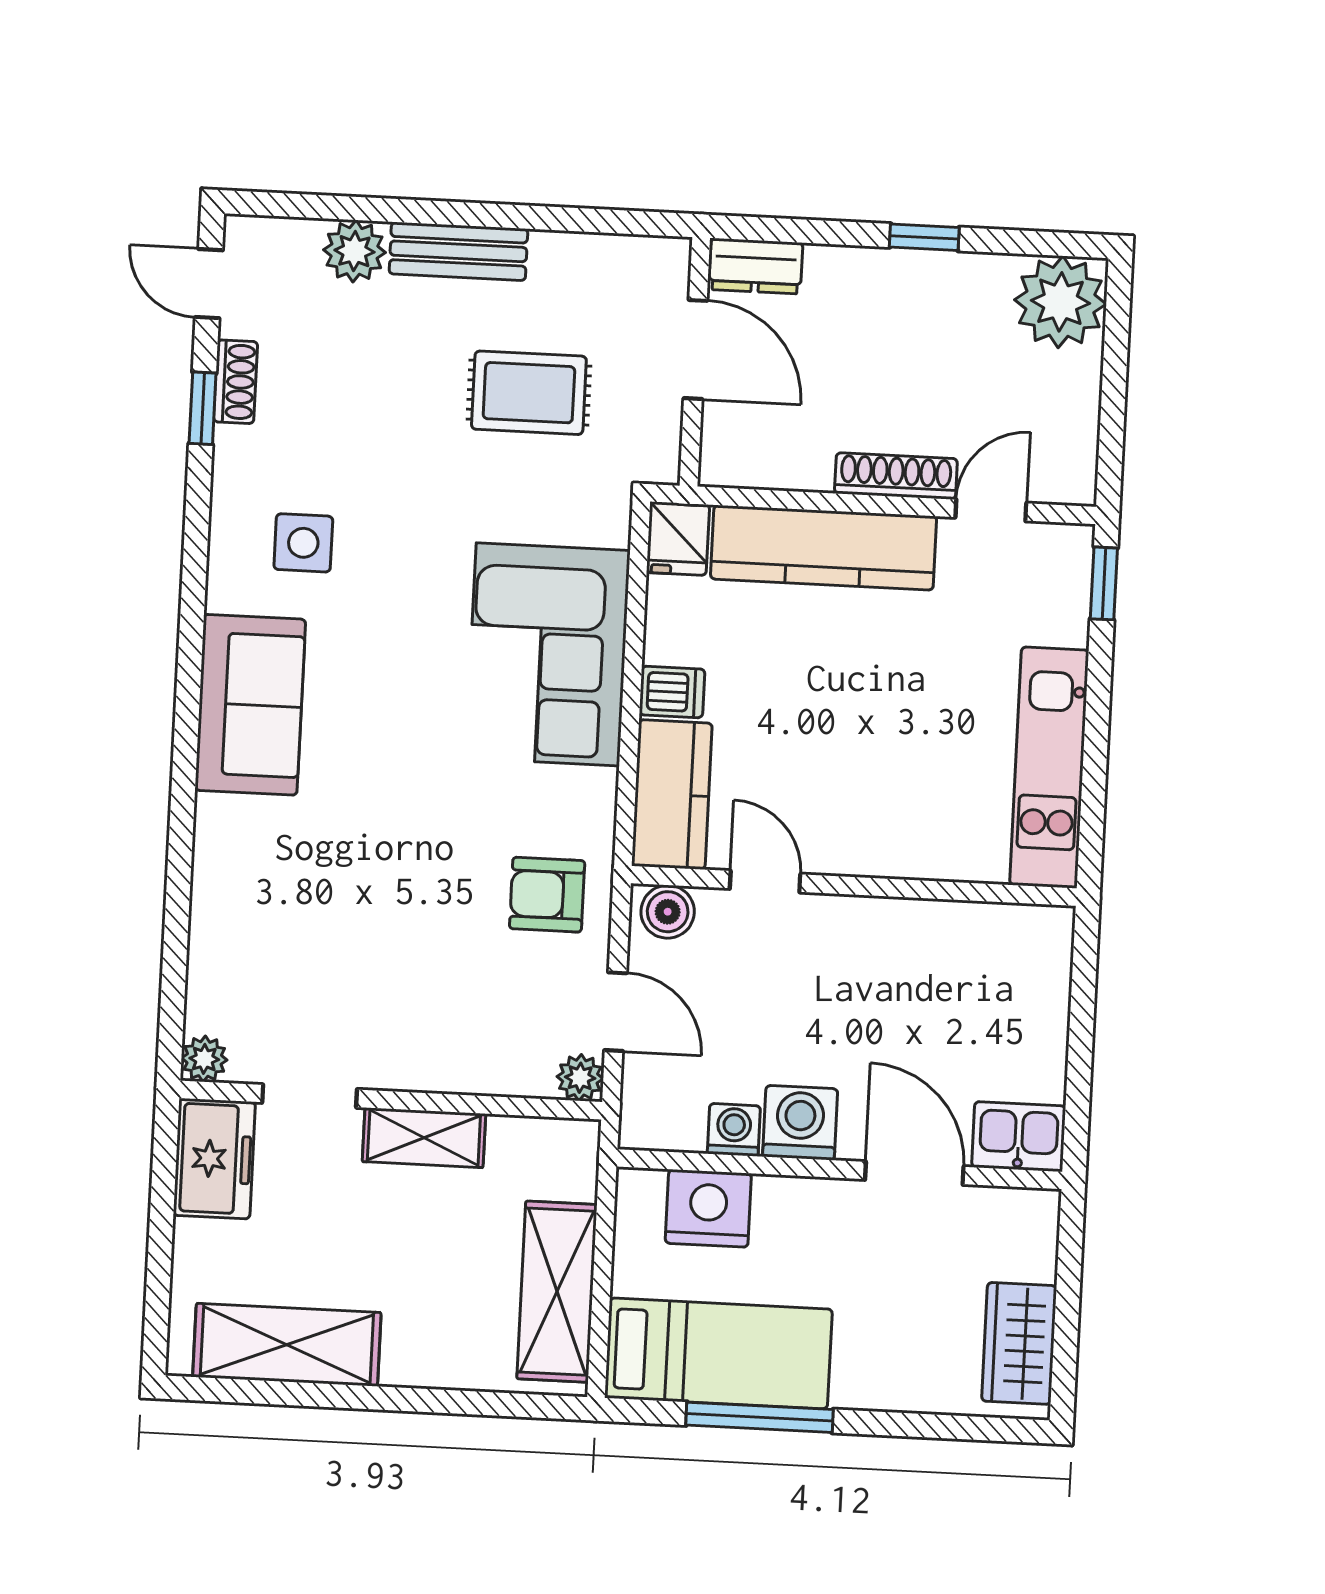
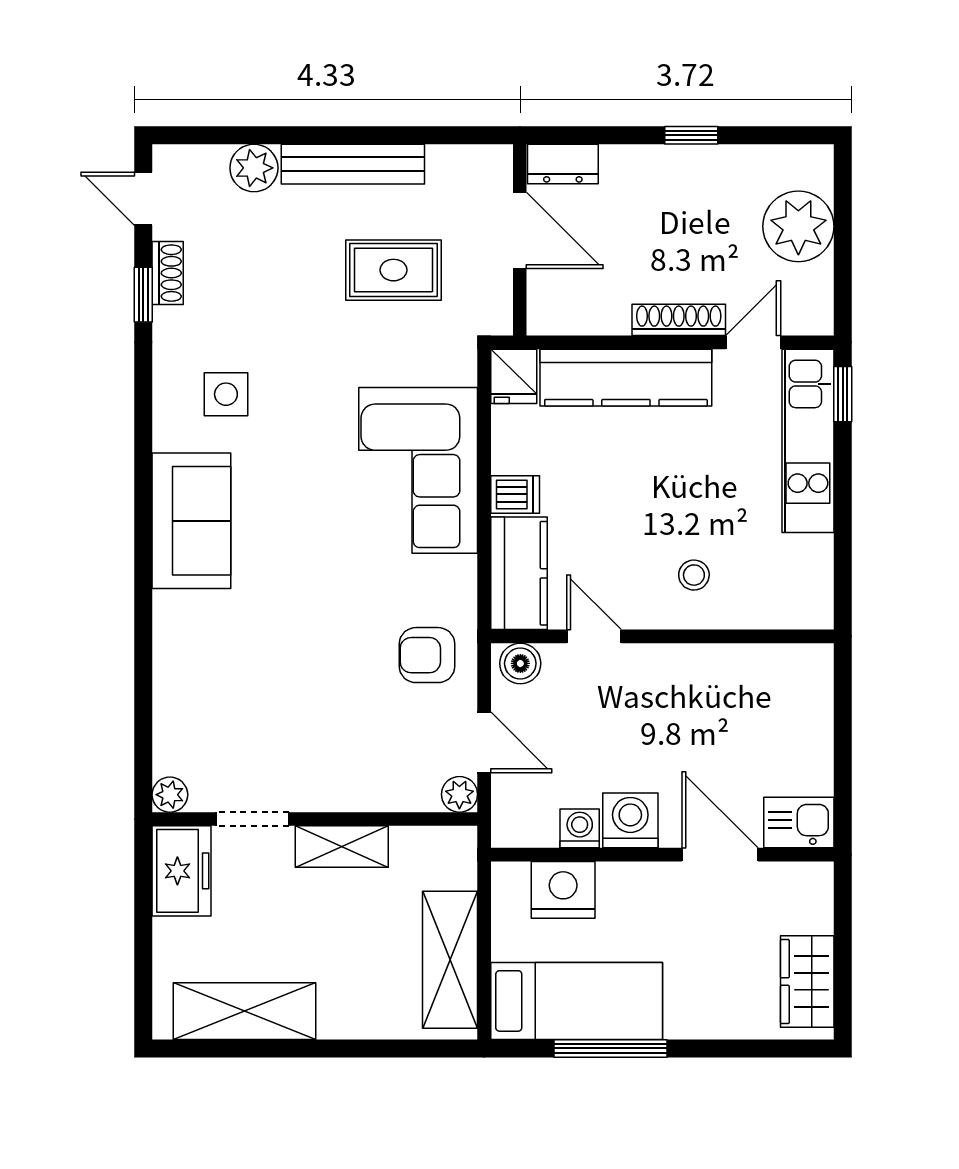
bench: (458, 251) -> (353, 164), width x1.36
plant: (1060, 302) -> (798, 226), moved
kitchen unit: (1049, 768) -> (808, 441), moved
stool: (899, 808) -> (694, 575), added

